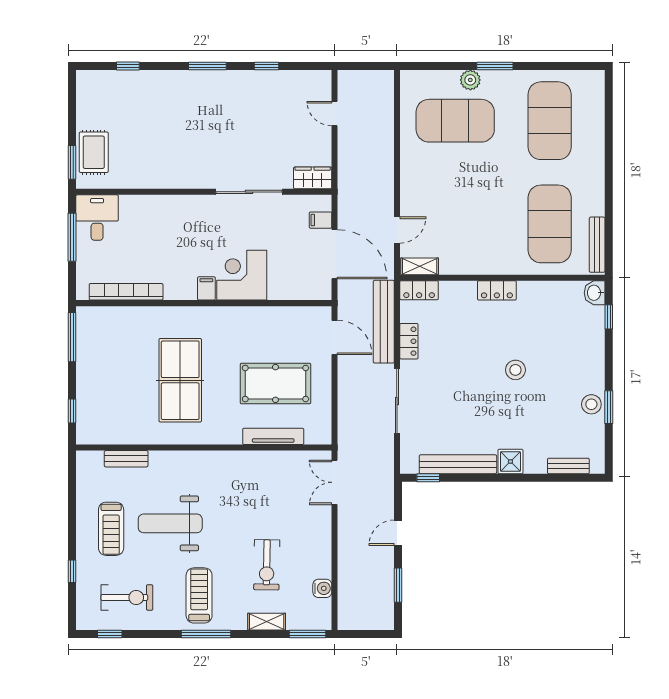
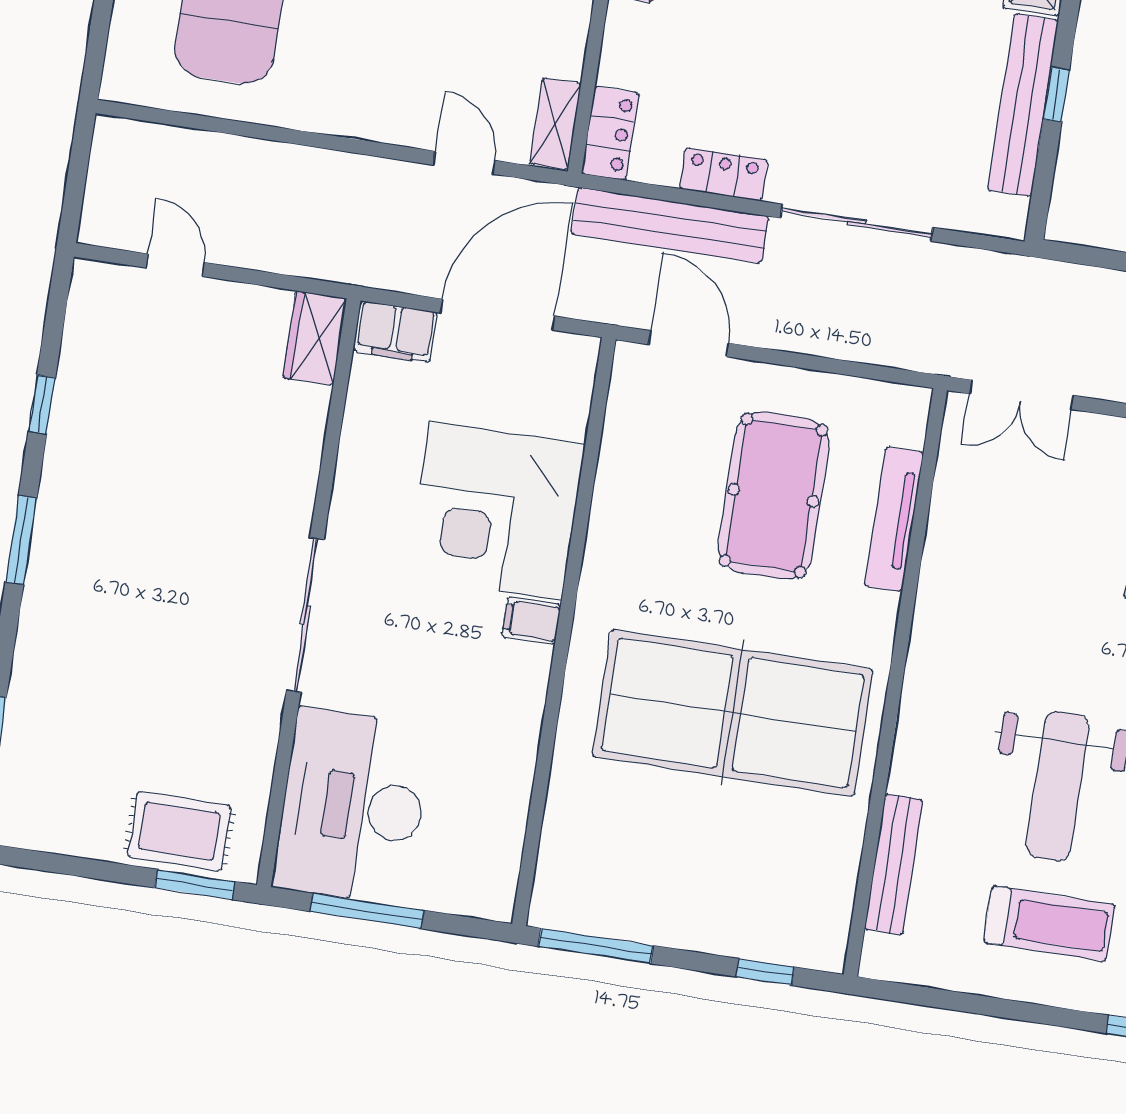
door: (335, 114) -> (175, 265), swing flipped
sliding door: (249, 192) -> (305, 615), moved
desk: (97, 218) -> (352, 807), width x1.87, depth x1.30
filing cabinet: (321, 220) -> (395, 332), width x2.00
corner desk: (242, 275) -> (496, 511), width x1.36, depth x1.36
bookcase: (126, 292) -> (511, 806), removed
door: (335, 337) -> (689, 344), hinge flipped
table tennis table: (180, 380) -> (733, 713), width x1.36, depth x1.32
bench: (126, 459) -> (894, 864), width x1.36
window: (428, 478) -> (1056, 95), moved

